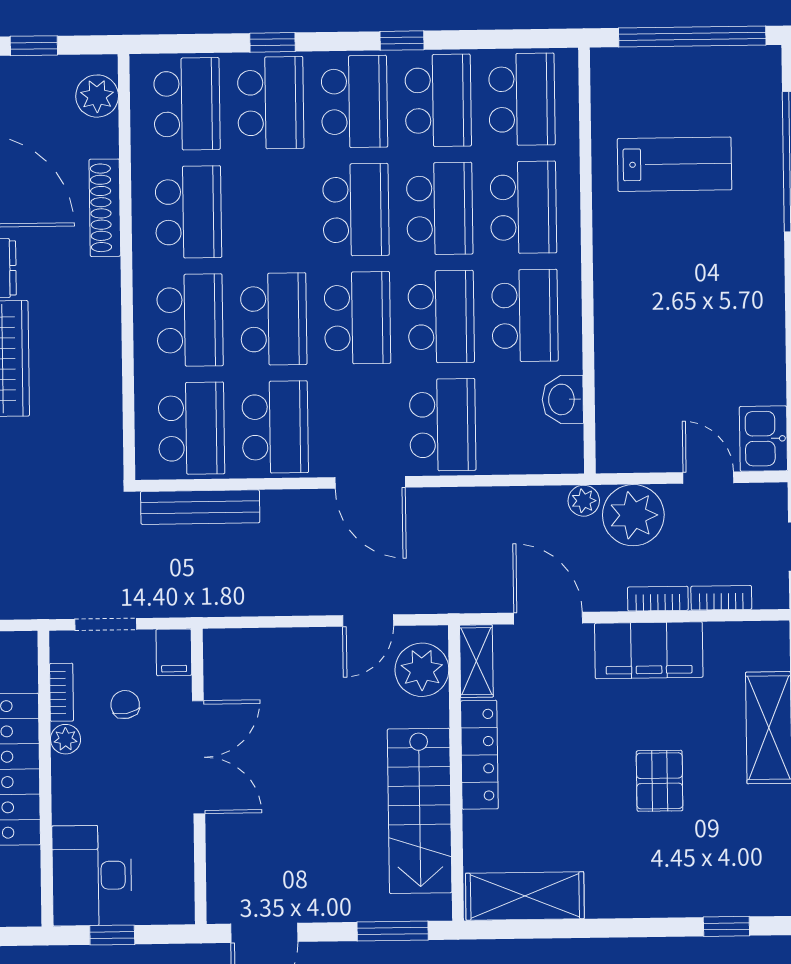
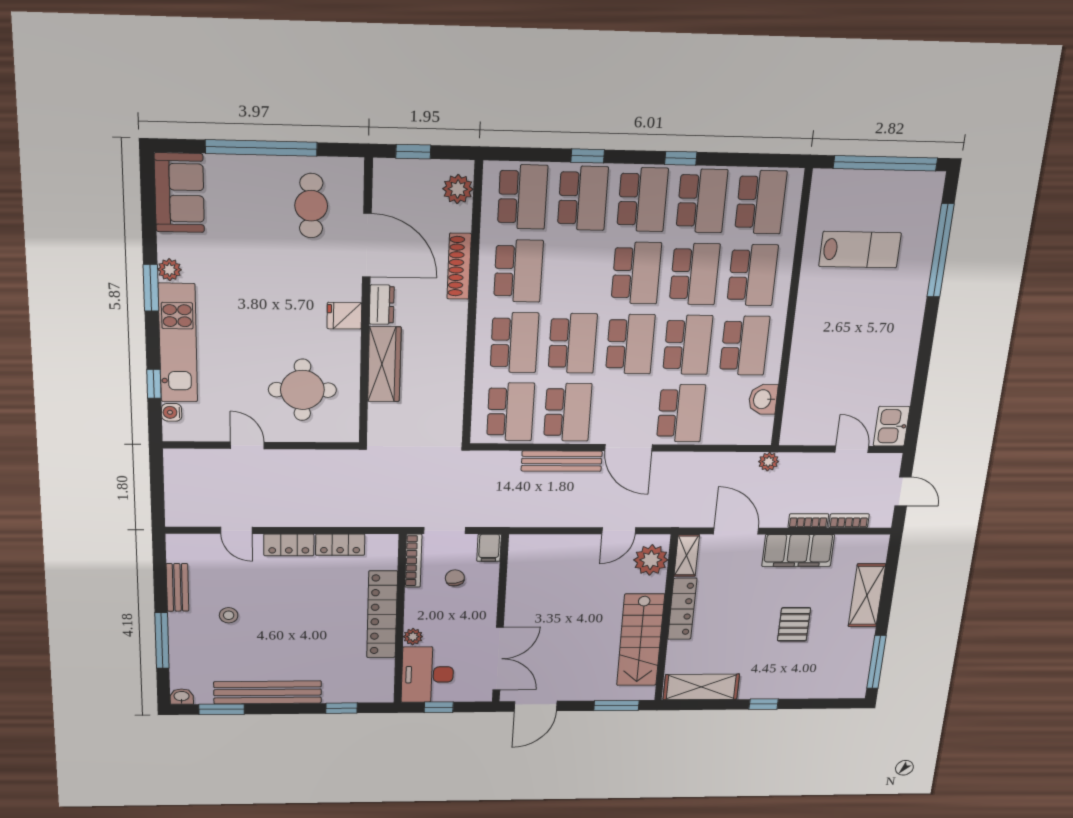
bench: (200, 507) -> (562, 461), moved
plant: (633, 515) -> (800, 471), removed
bookcase: (61, 692) -> (413, 561), width x1.56
plant: (65, 739) -> (413, 637), moved
double door: (199, 757) -> (498, 659), moved
window: (726, 926) -> (764, 704), moved

